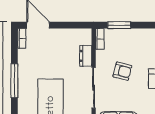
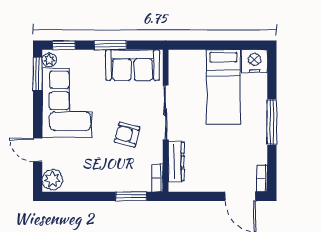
dresser: (86, 56) -> (176, 161), width x1.44

